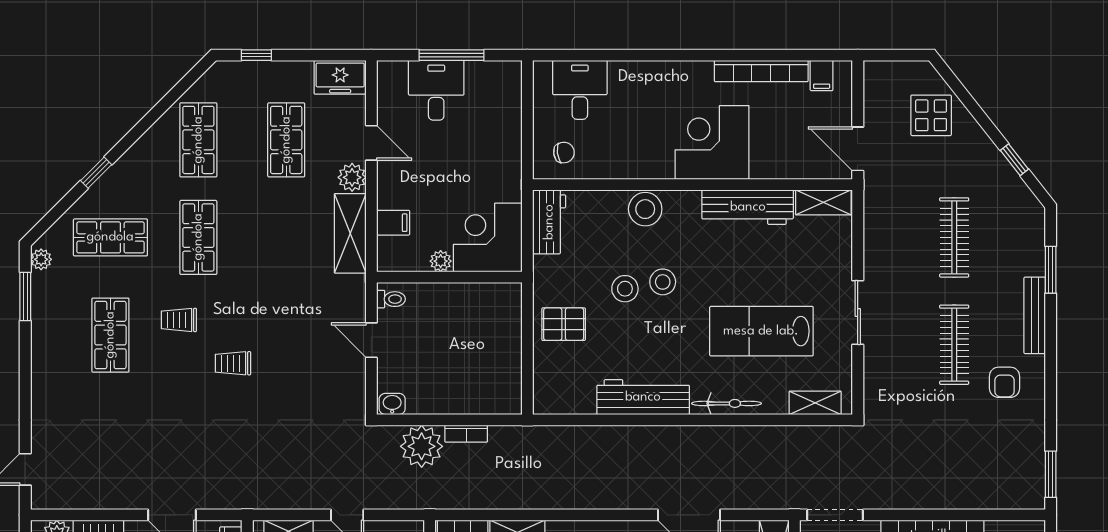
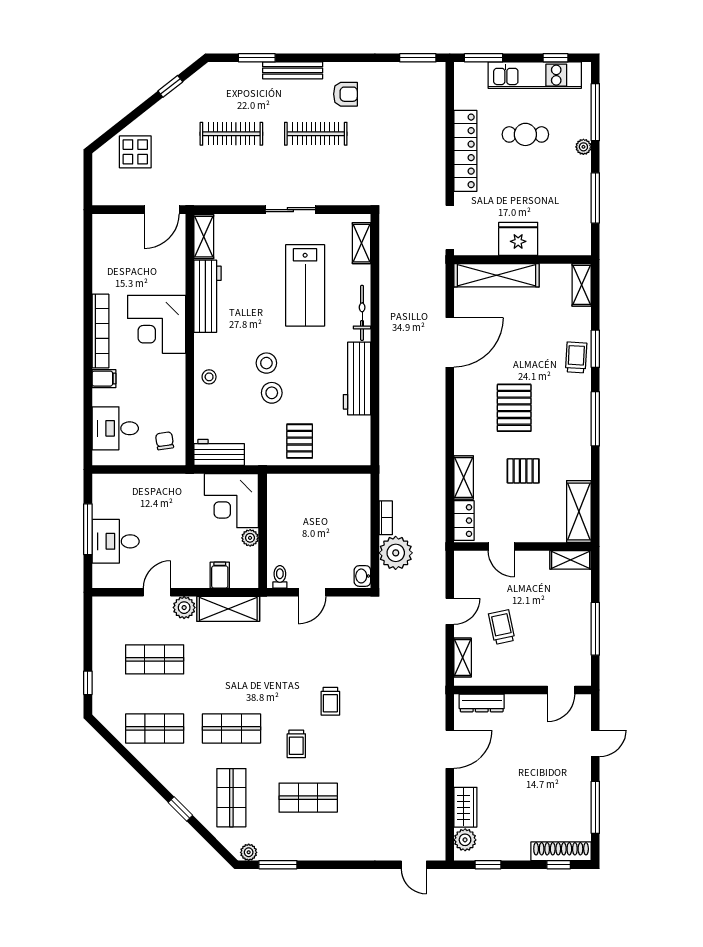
bookcase: (761, 71) -> (100, 331), moved
filing cabinet: (822, 76) -> (104, 379), moved
freezer: (340, 77) -> (105, 617), removed
stool: (645, 209) -> (209, 377), width x0.53, depth x0.53

